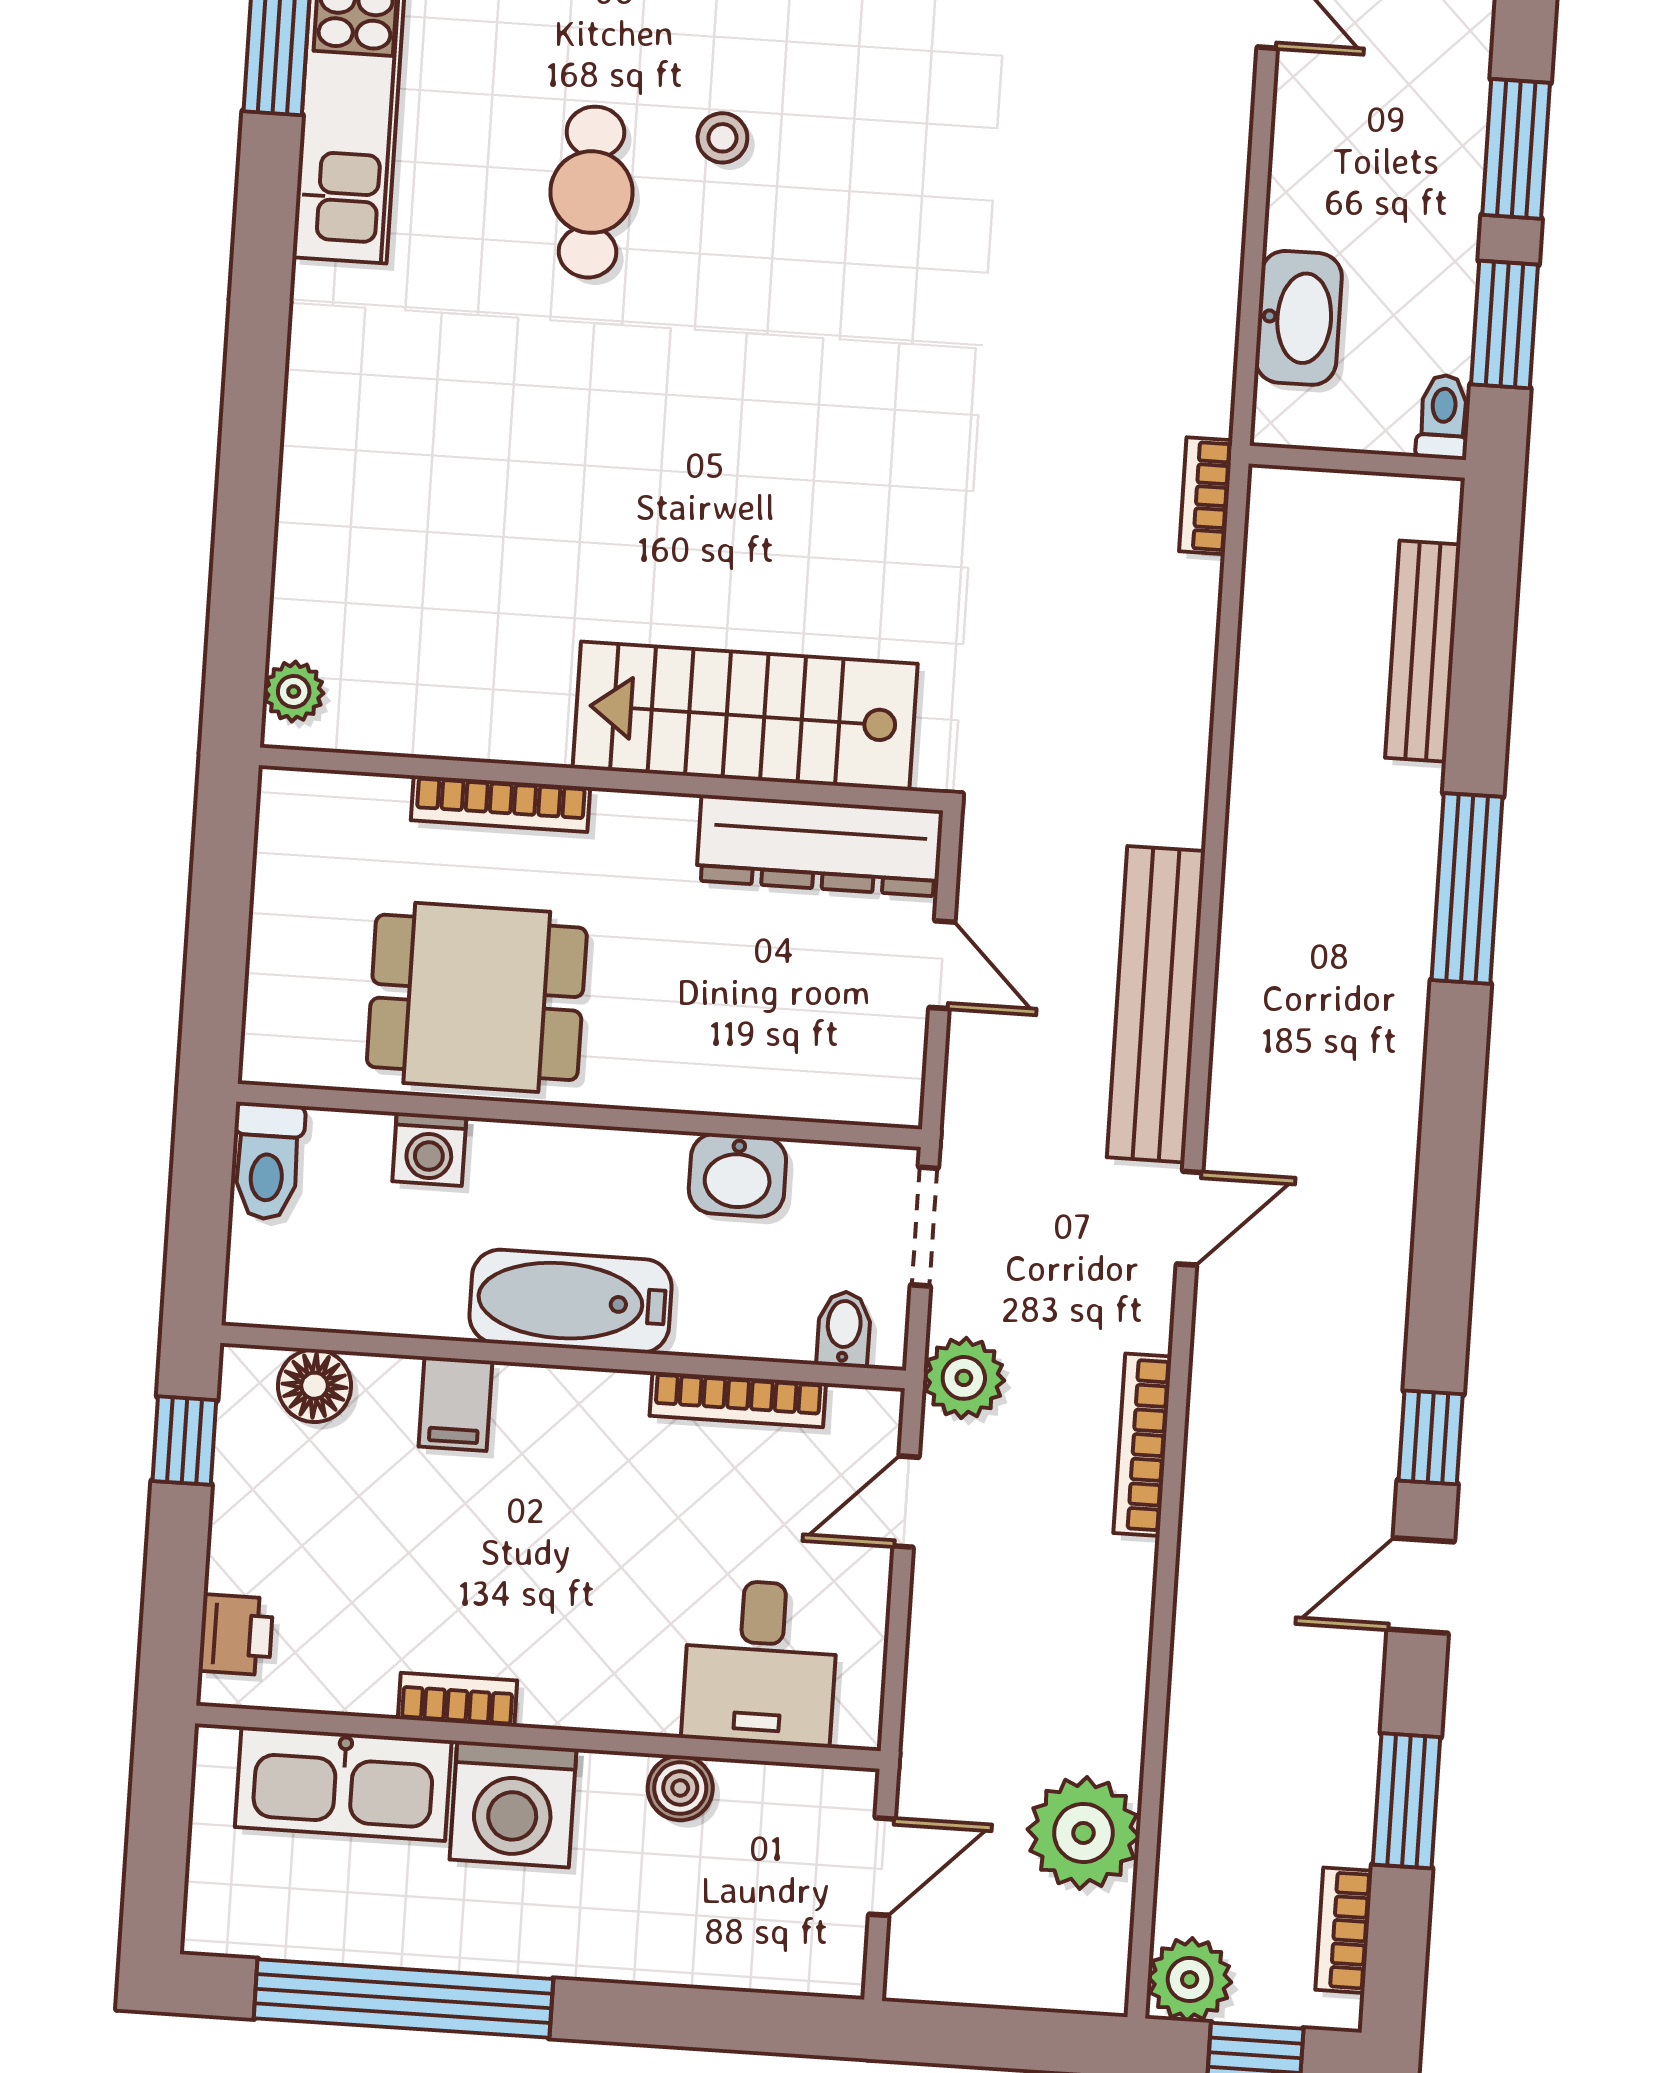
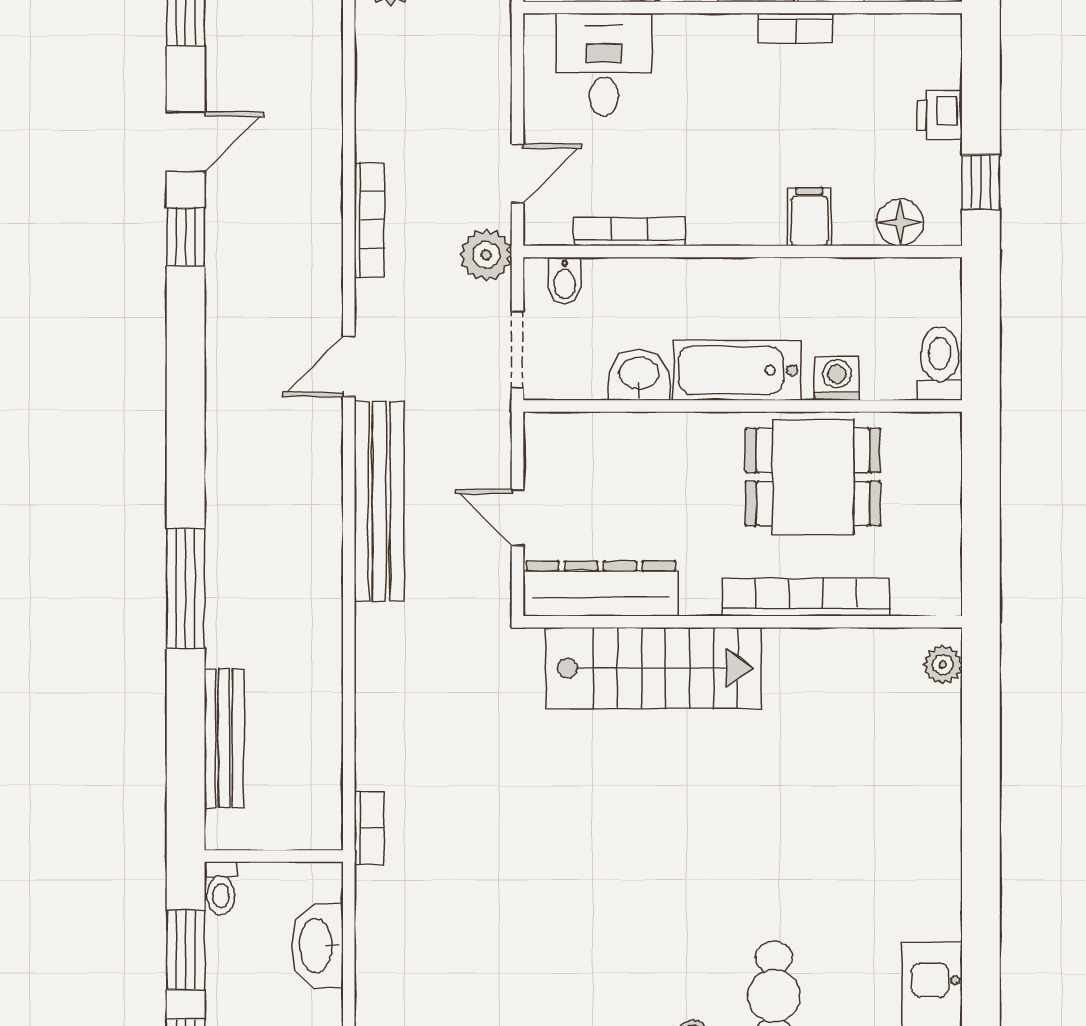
bookcase: (501, 804) -> (806, 597), width x1.48, depth x1.31
bathtub: (570, 1301) -> (737, 370), moved, turned 180
printer: (236, 1635) -> (940, 115), moved

